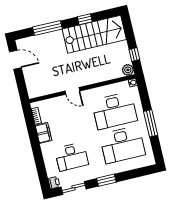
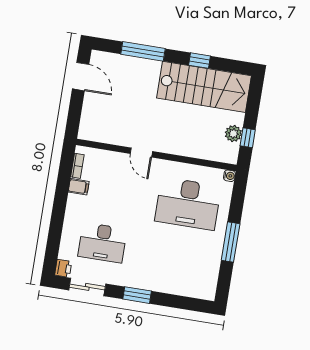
plant: (128, 70) -> (233, 134), moved
filing cabinet: (44, 133) -> (79, 187), width x0.50
desk: (122, 145) -> (179, 255), removed

